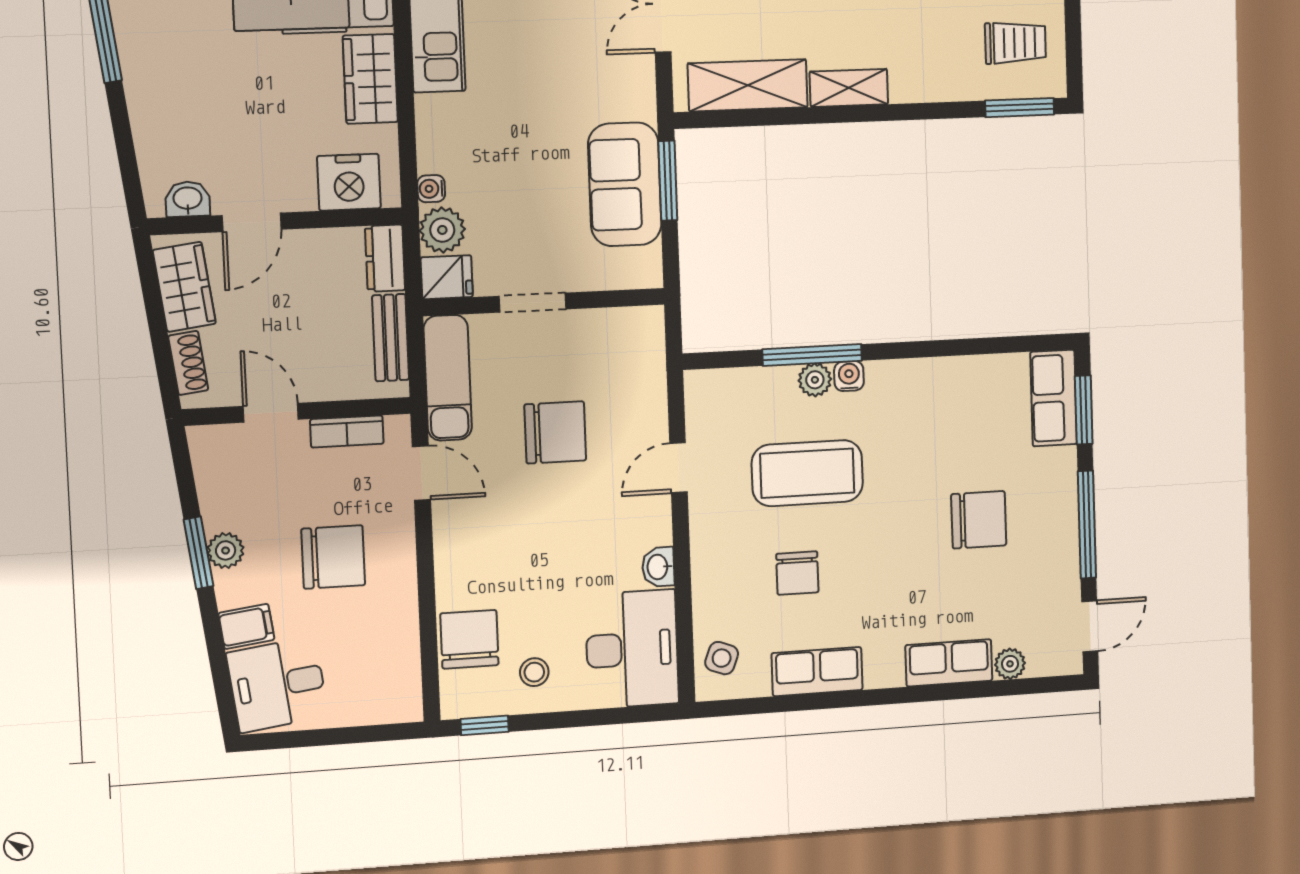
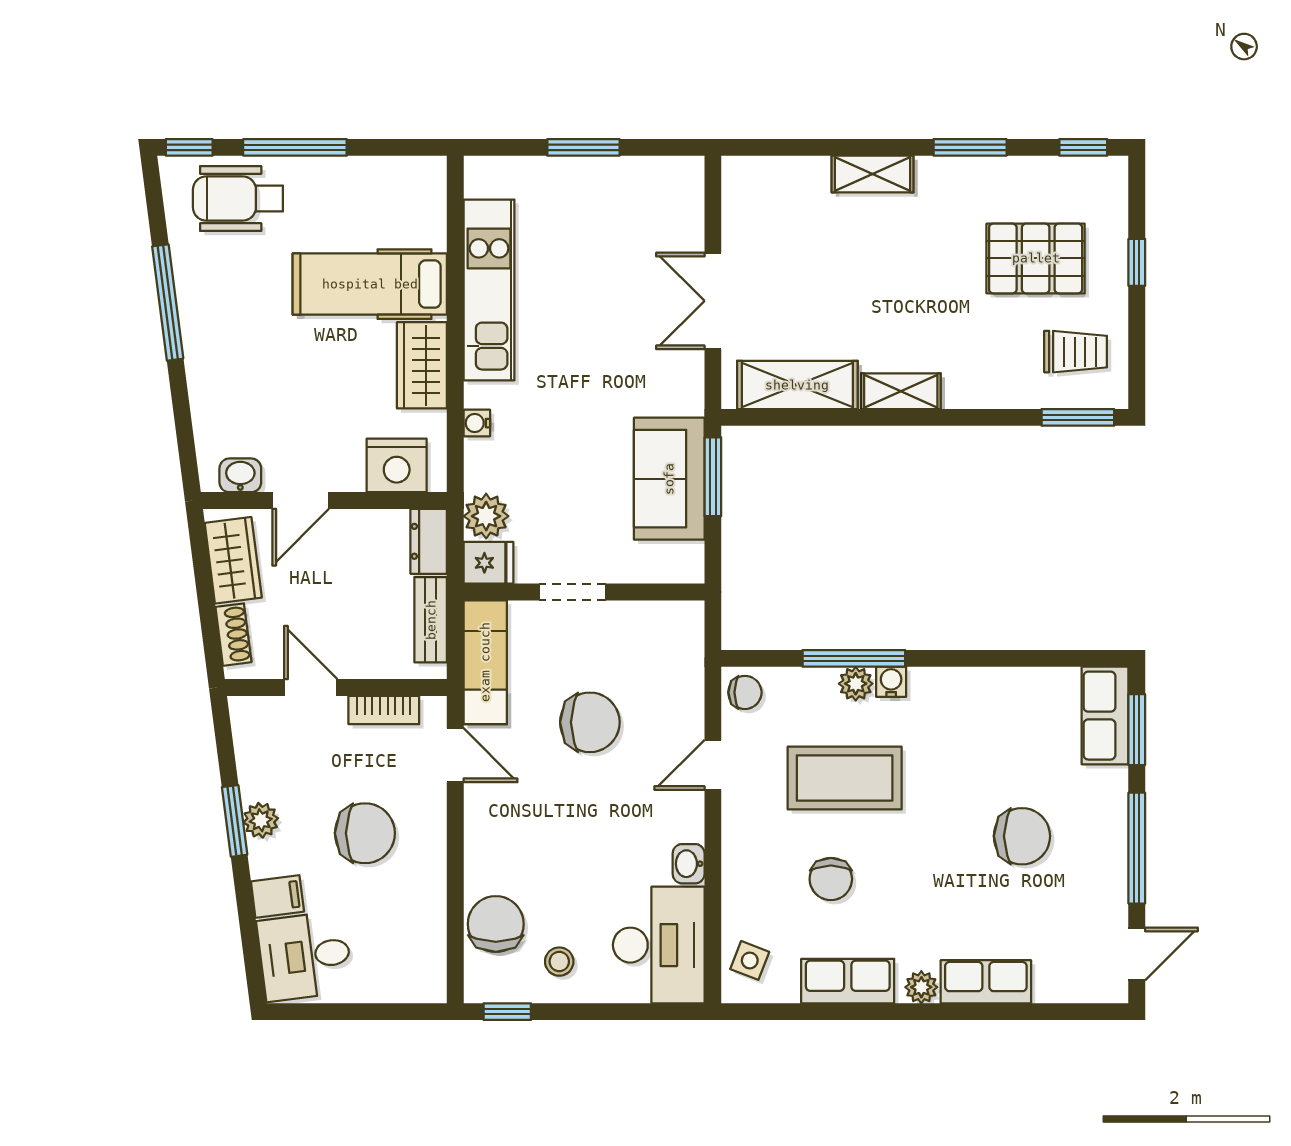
water cooler: (431, 189) -> (477, 423), moved
chair: (707, 394) -> (745, 692), added
plant: (1010, 664) -> (921, 987), moved

